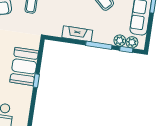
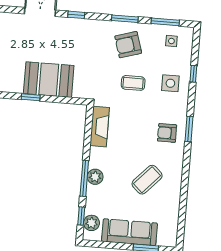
fireplace: (77, 34) -> (100, 127), moved
plant: (120, 41) -> (95, 177), moved

